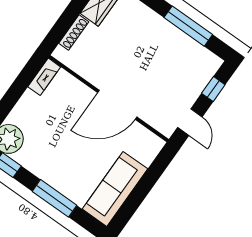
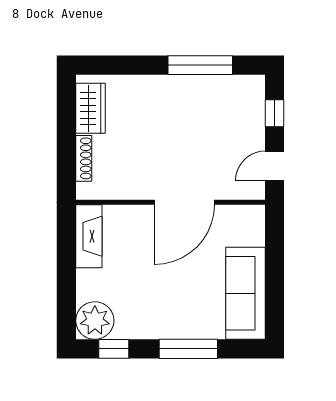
fireplace: (44, 77) -> (89, 236), width x1.37, depth x1.32
door: (190, 122) -> (275, 166), swing flipped

